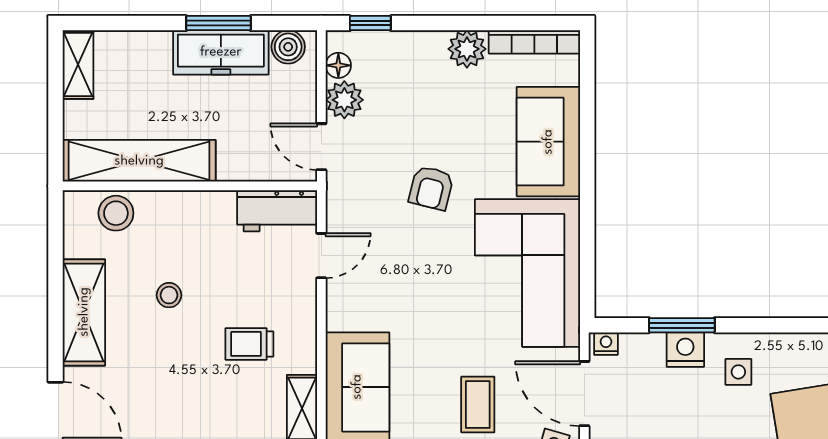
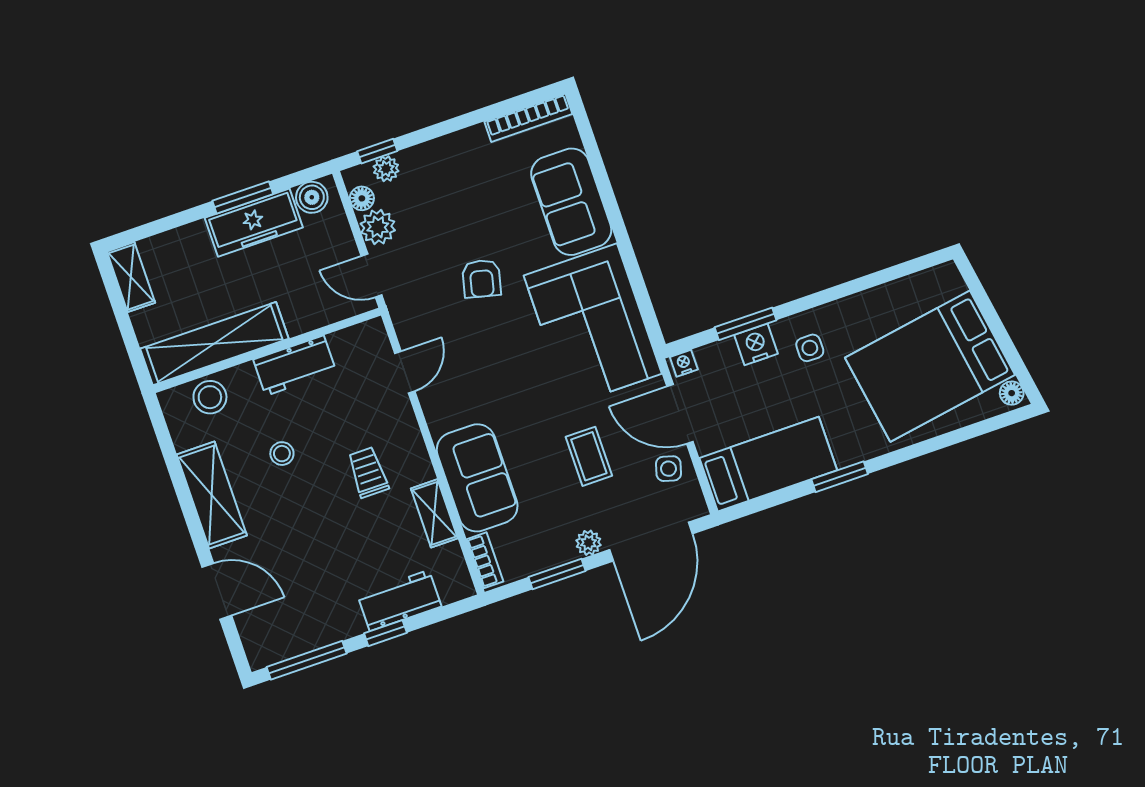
plant: (467, 49) -> (386, 169), moved, width x0.73, depth x0.73
workbench: (277, 211) -> (295, 366), moved
trolley: (249, 344) -> (368, 472), turned 90

